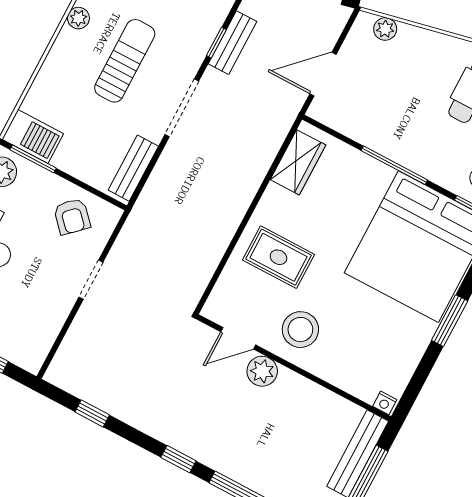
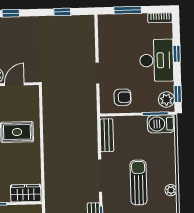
sun lounger: (125, 61) -> (139, 182), turned 180
wardrobe: (298, 162) -> (26, 193), moved, turned 90
armchair: (72, 216) -> (122, 97), turned 133

